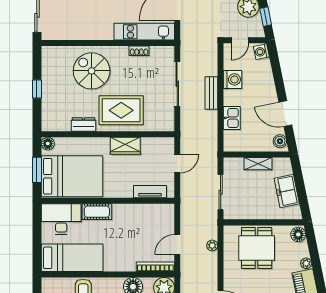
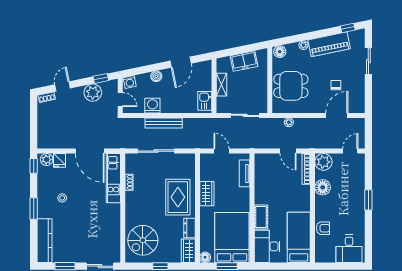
spiral stairs: (92, 71) -> (143, 240), moved
bench: (211, 93) -> (164, 123), width x1.36
kitchen sink: (232, 118) -> (205, 101), moved, turned -90
wardrobe: (56, 123) -> (188, 251), added
boiler: (280, 141) -> (156, 76), moved

